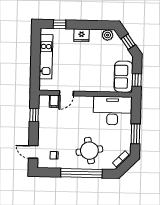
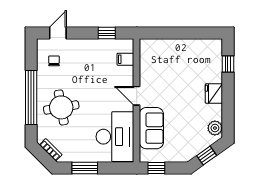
kitchen unit: (46, 57) -> (184, 47), removed
sofa: (123, 77) -> (151, 128), moved, turned 90
door: (66, 93) -> (137, 96), moved

